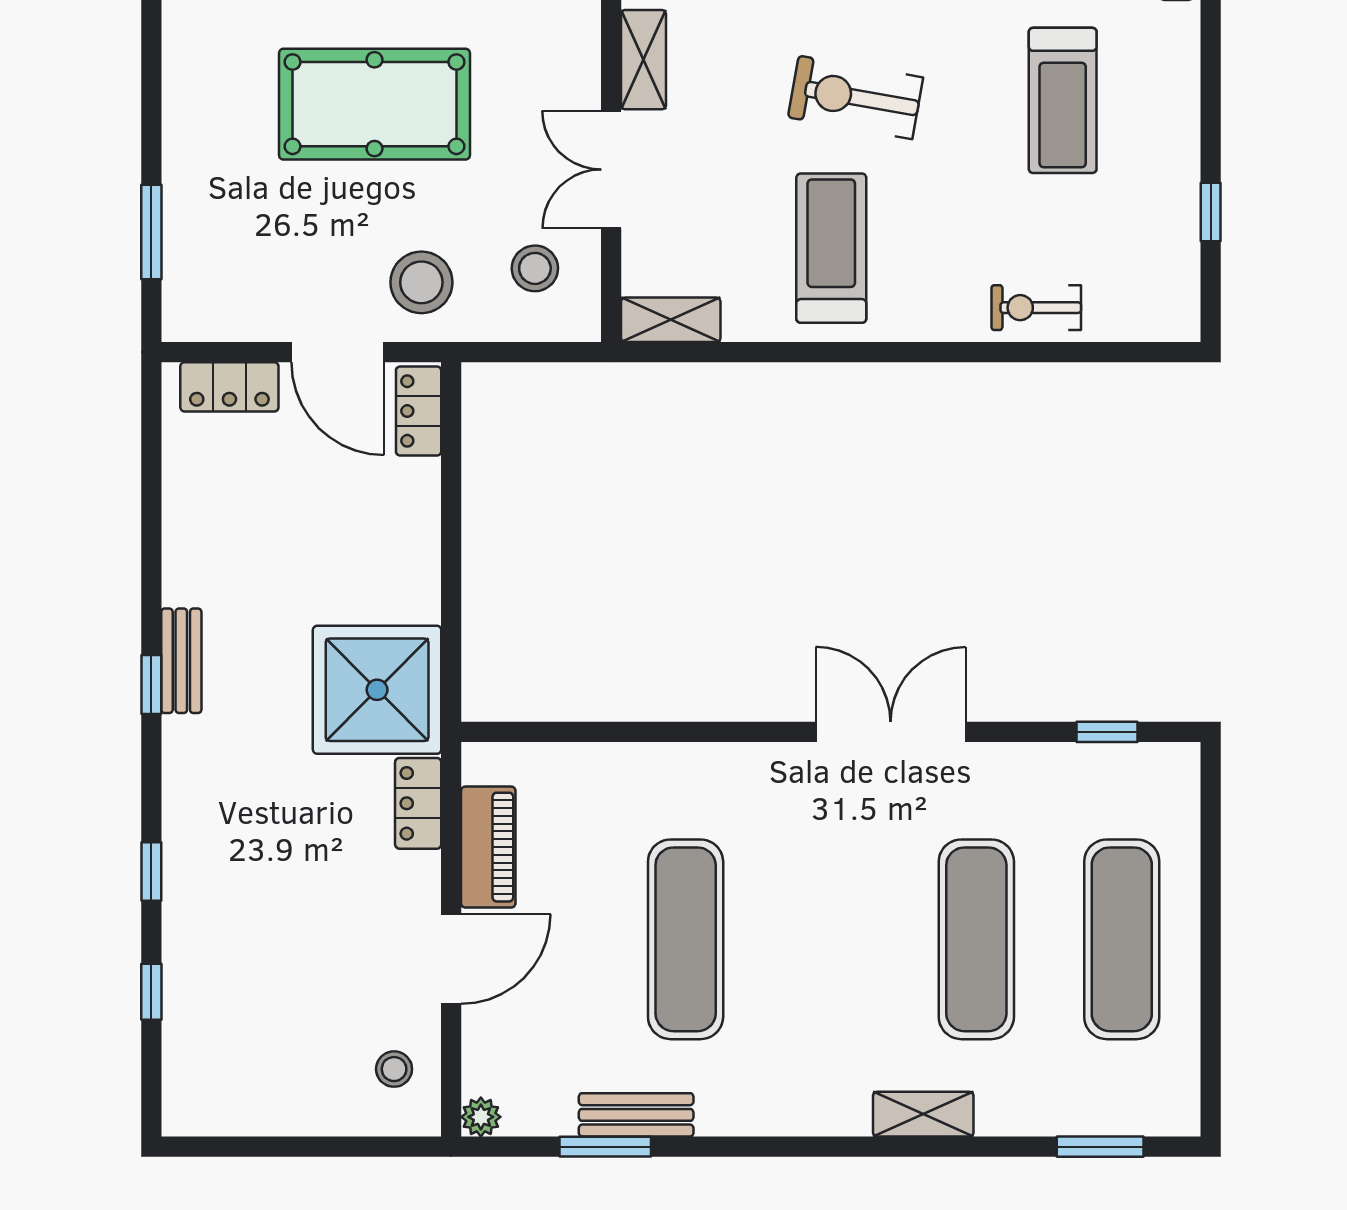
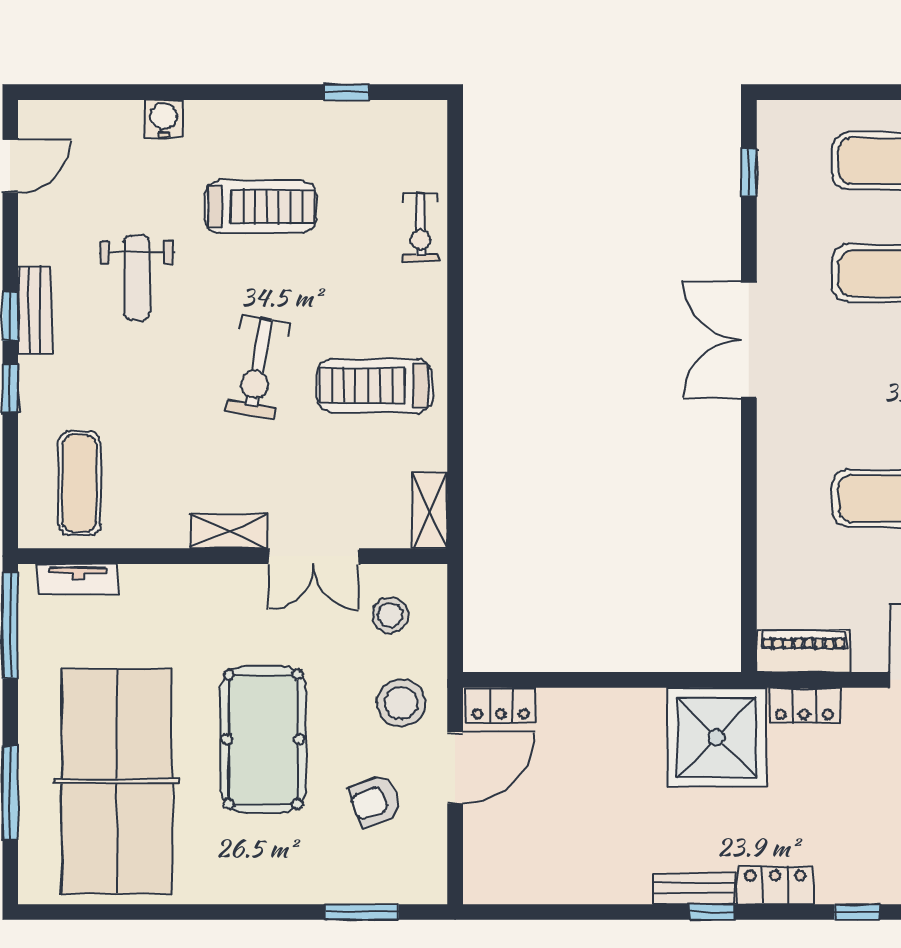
armchair: (295, 249) -> (375, 801), added
locker: (229, 387) -> (775, 885), moved, turned -90
piano: (488, 847) -> (804, 651), moved

